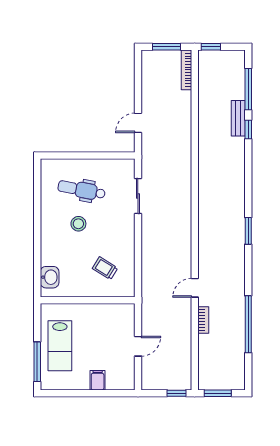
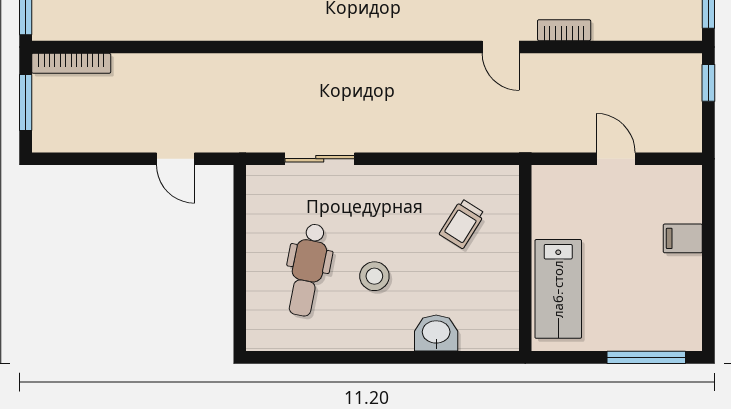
washbasin: (50, 277) -> (436, 333), moved
lab bench: (60, 346) -> (558, 289), moved, turned 90

